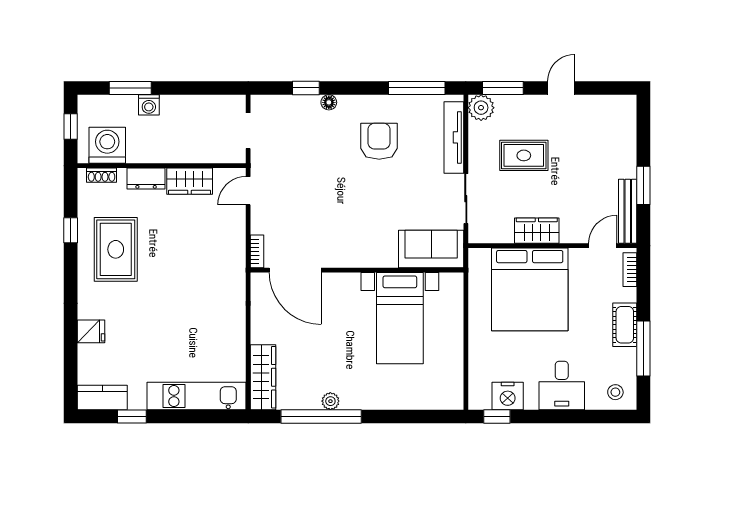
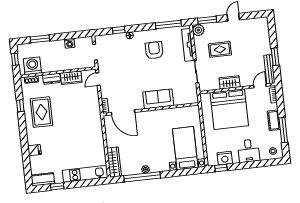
washing machine: (149, 105) -> (70, 43), moved
sofa: (431, 249) -> (158, 99), moved
bed with nightstands: (400, 318) -> (185, 148), moved, turned 180

